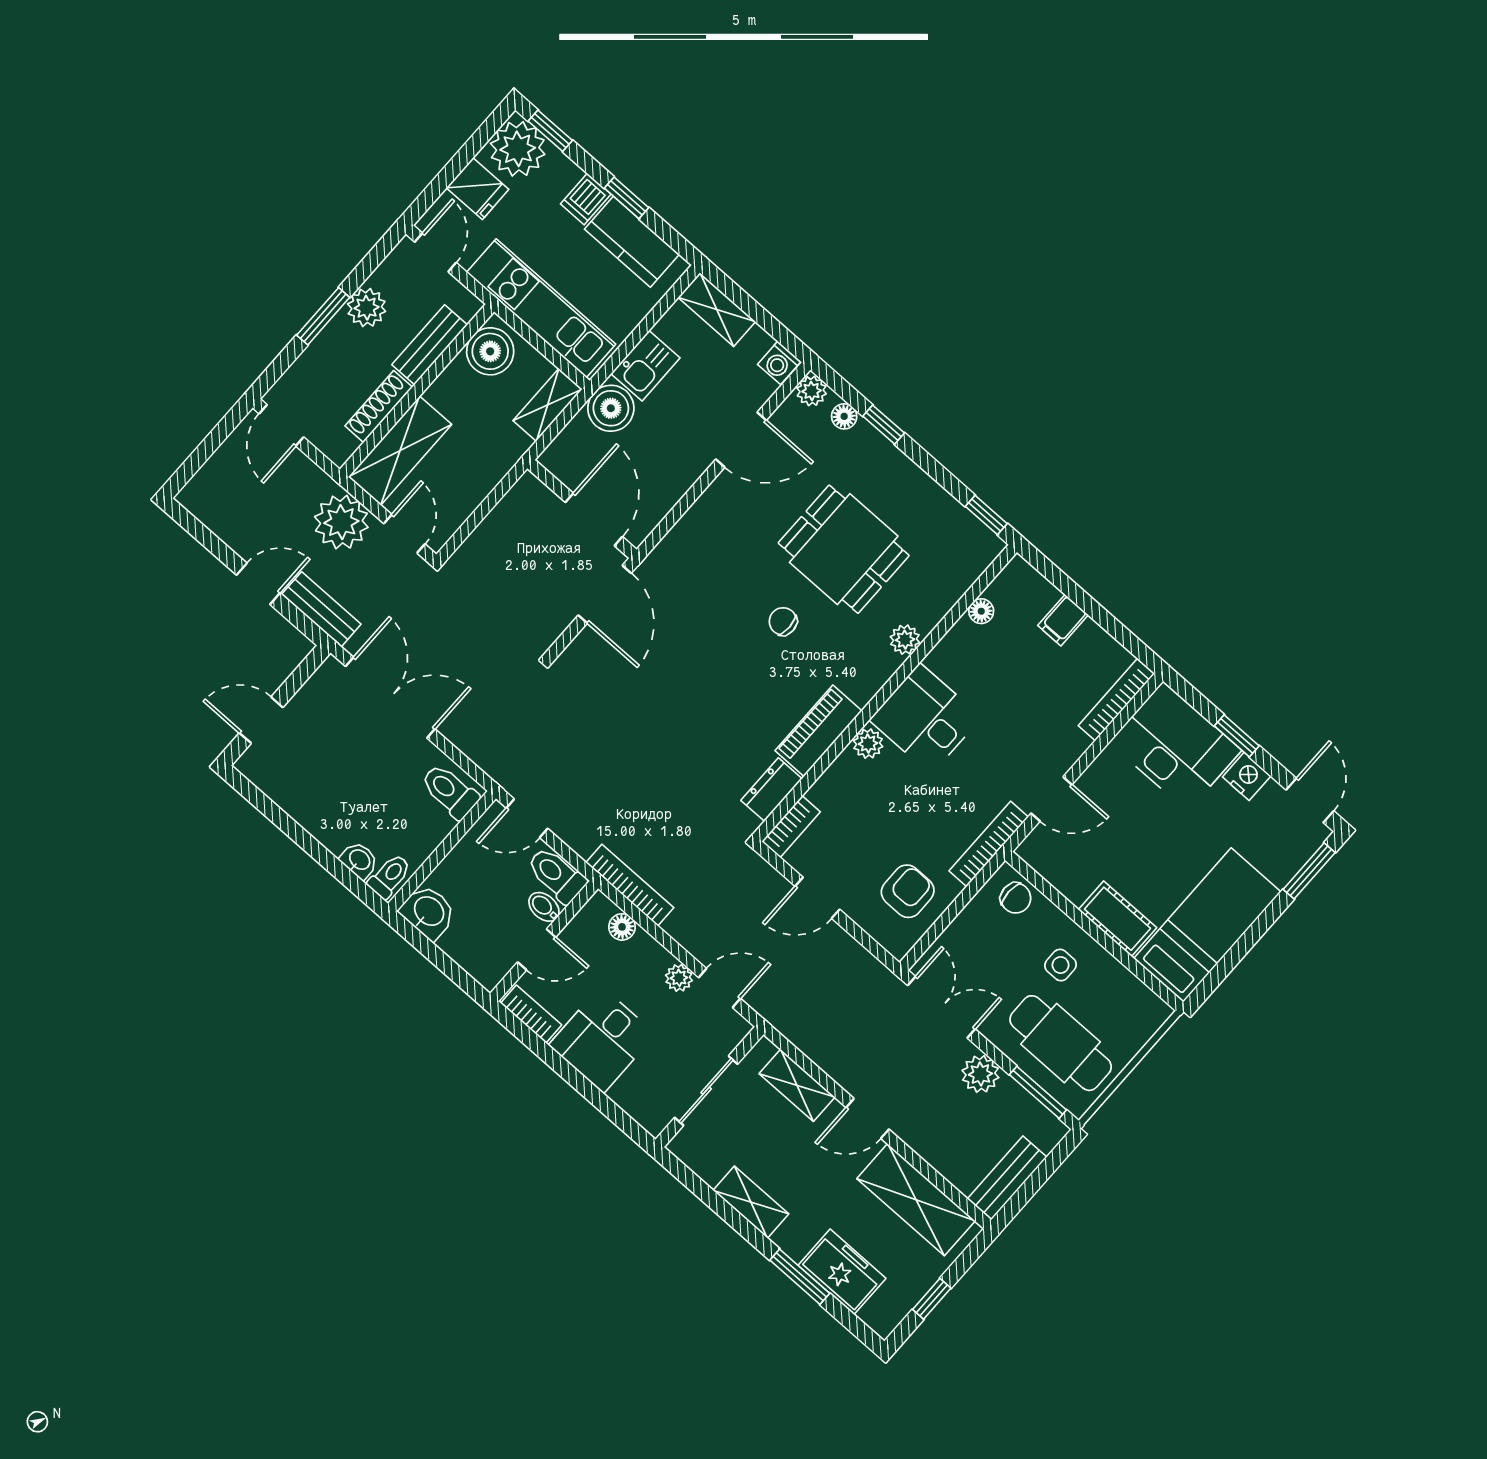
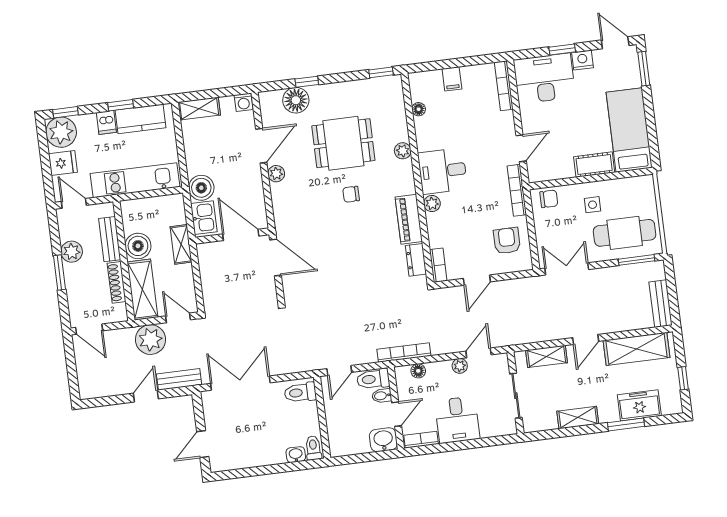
boiler: (490, 351) -> (138, 246), moved
kitchen sink: (645, 366) -> (204, 218), moved
plant: (812, 391) -> (276, 174), moved
shelving: (548, 405) -> (181, 244), moved
floor lamp: (844, 416) -> (296, 100), width x1.89, depth x1.89
washbasin: (428, 912) -> (383, 440), moved
plant: (980, 1074) -> (608, 277), removed

